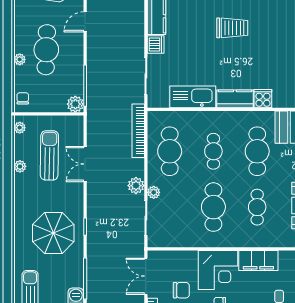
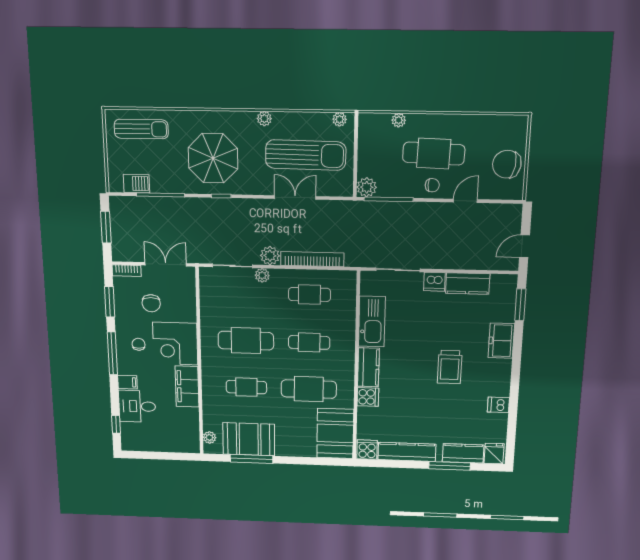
door: (85, 22) -> (465, 201), hinge flipped
plant: (20, 59) -> (399, 120), moved
chair: (23, 98) -> (432, 185), moved
bookcase: (138, 131) -> (312, 259), moved
cafe table: (170, 151) -> (310, 294), width x0.73, depth x0.74
sun lounger: (49, 155) -> (306, 155), width x1.36, depth x1.34
plant: (20, 166) -> (264, 119), moved

